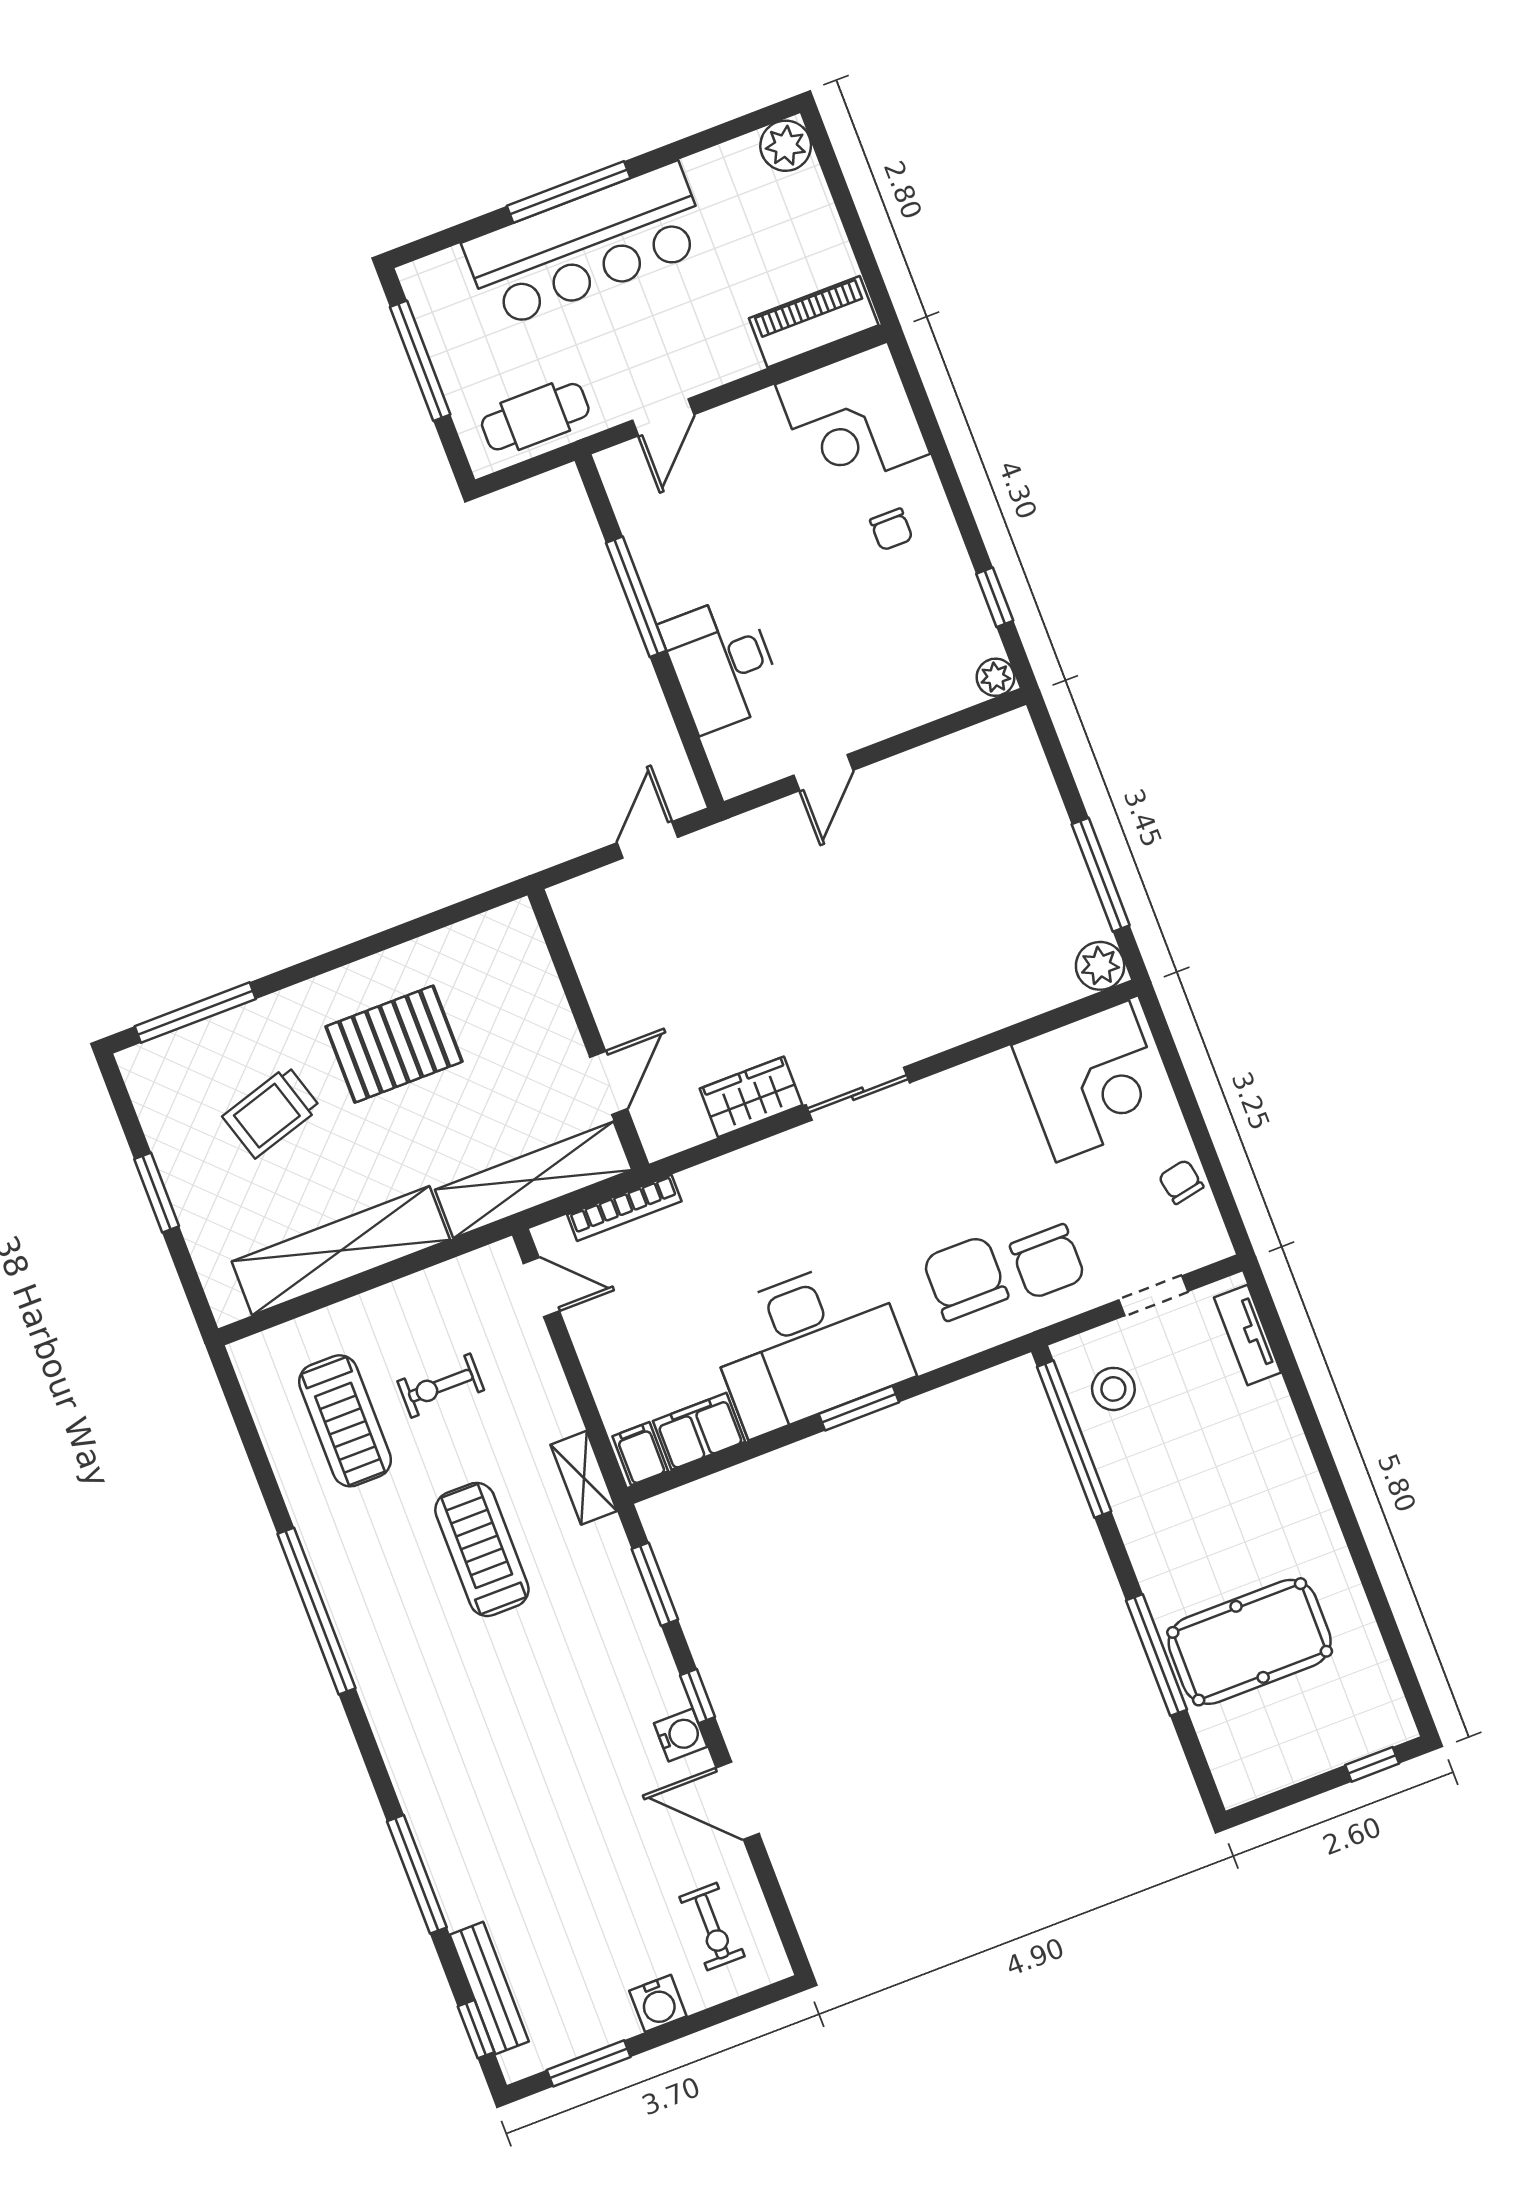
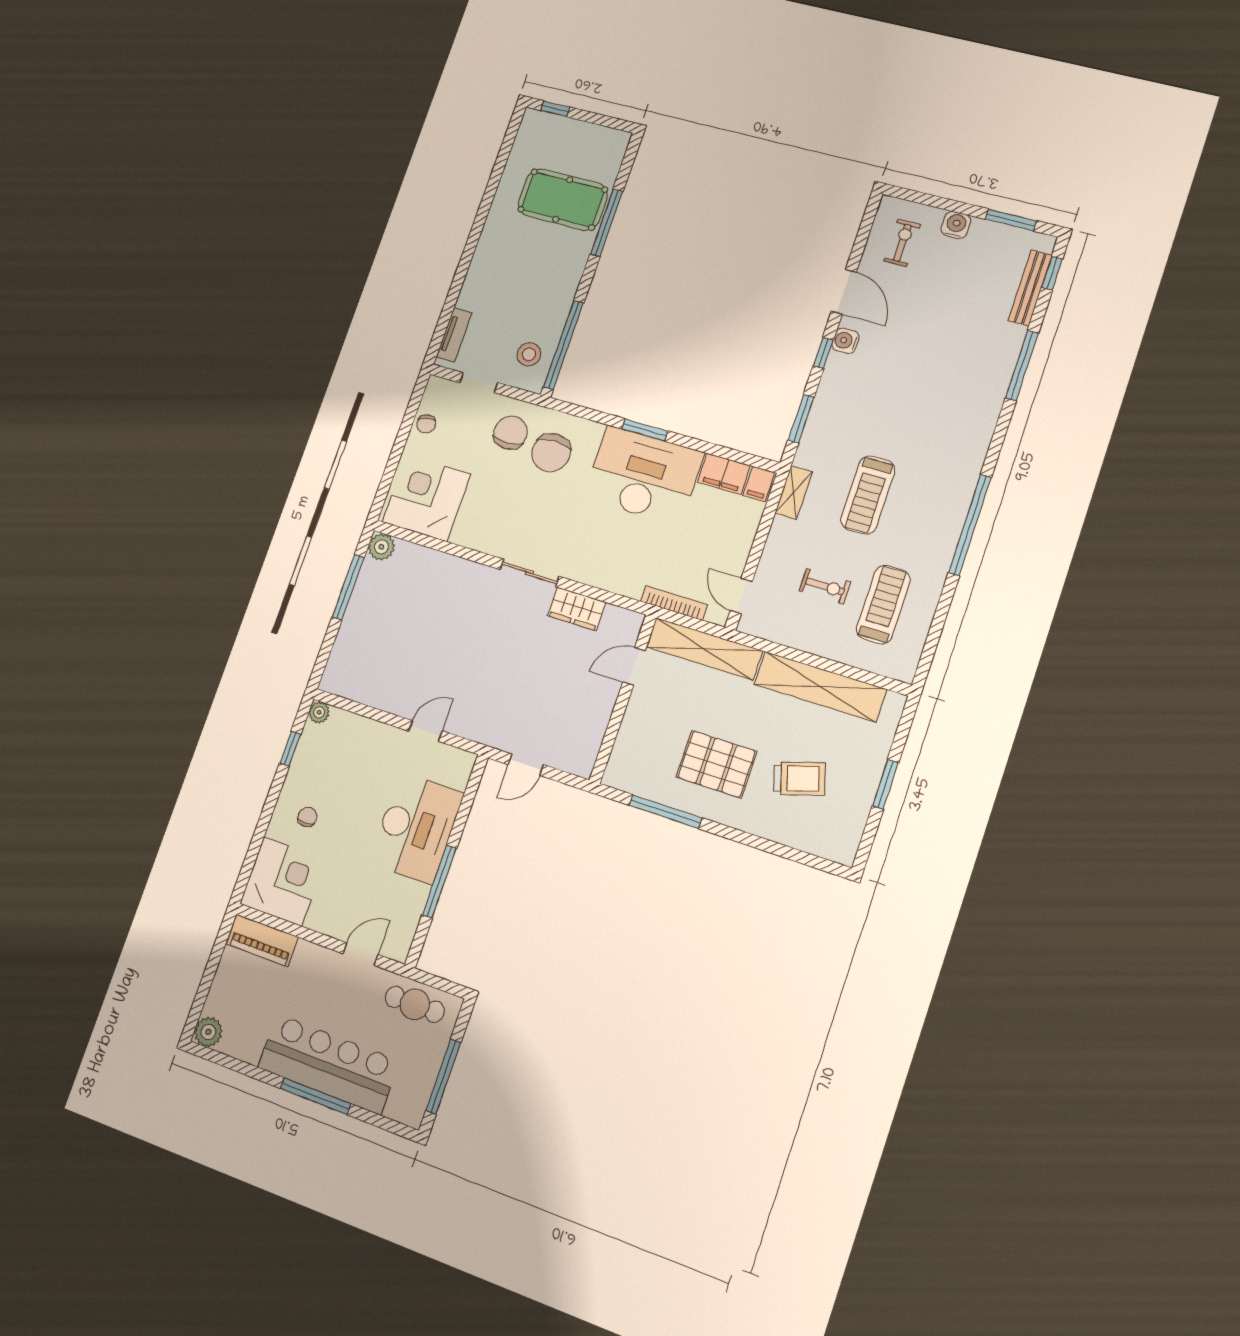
desk: (722, 664) -> (416, 828), width x1.36, depth x1.30
window: (195, 1013) -> (665, 812), moved

